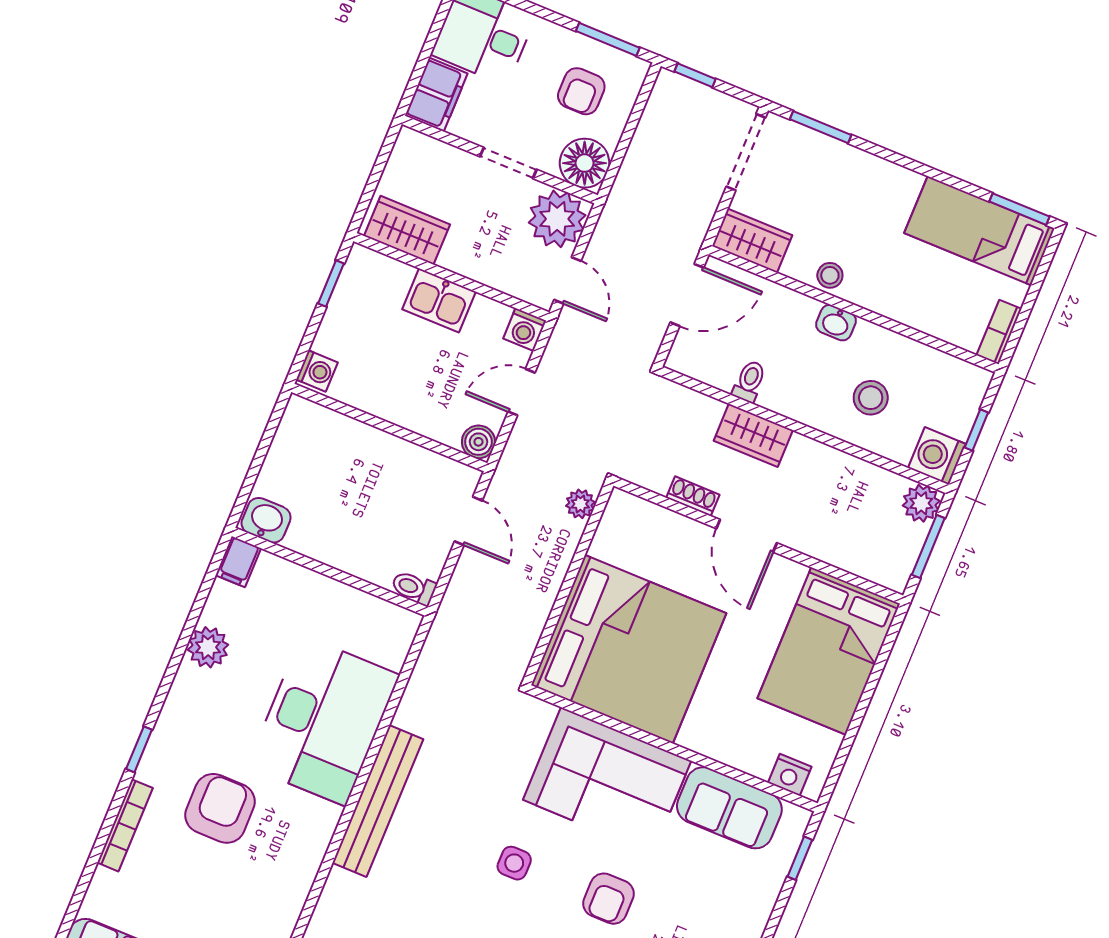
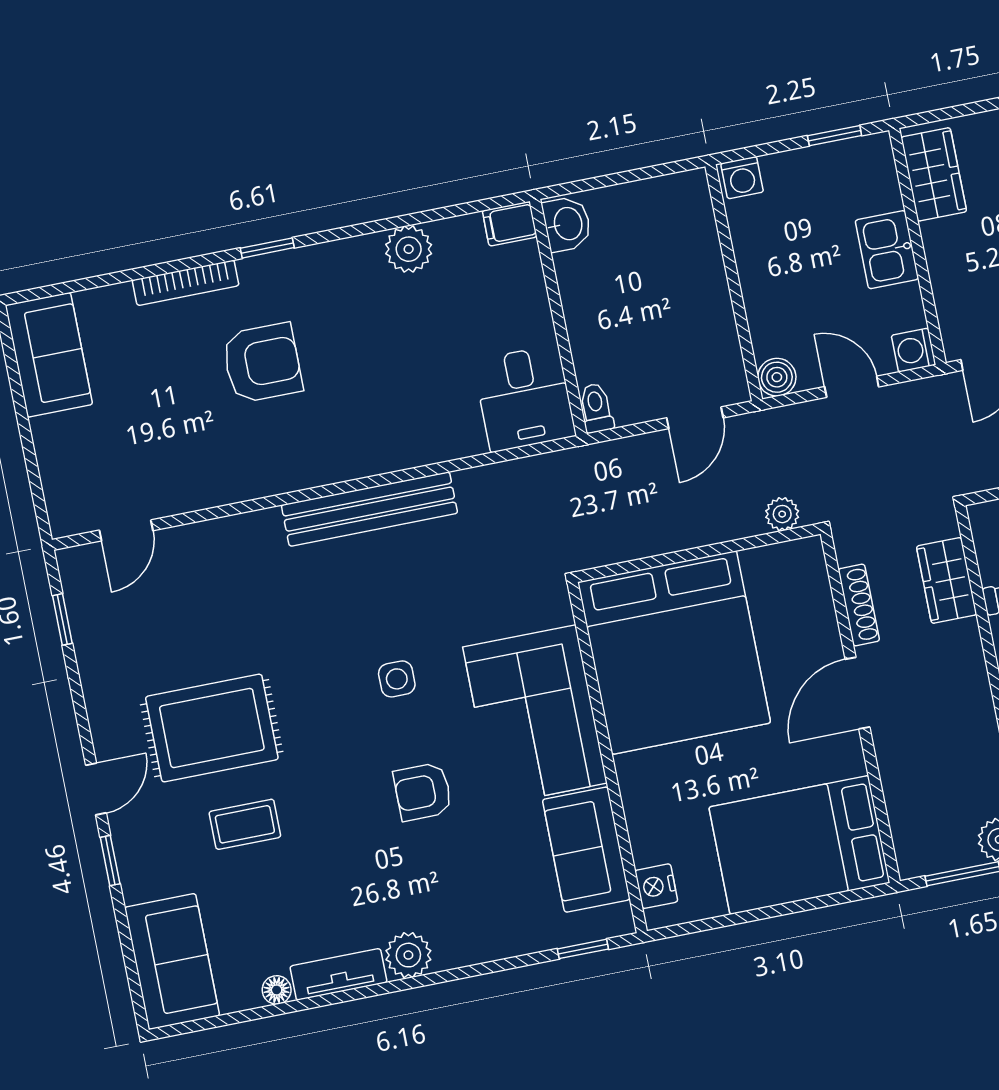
wardrobe: (753, 435) -> (947, 580), moved
shoe rack: (693, 496) -> (859, 605), width x1.43
desk: (324, 721) -> (525, 398), moved, width x0.53, depth x0.77

